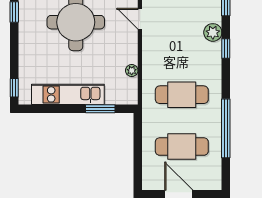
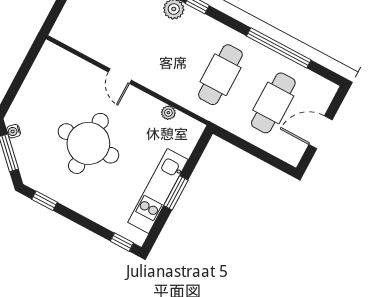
door: (140, 19) -> (120, 76), hinge flipped
window: (100, 109) -> (176, 193), moved

